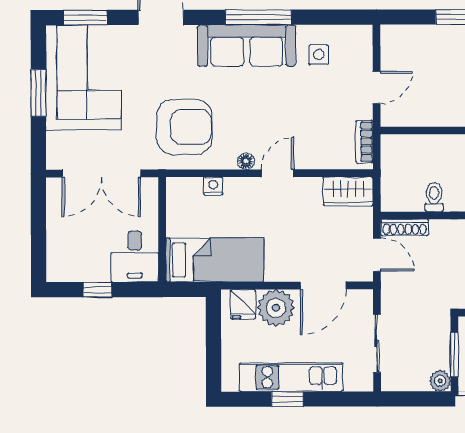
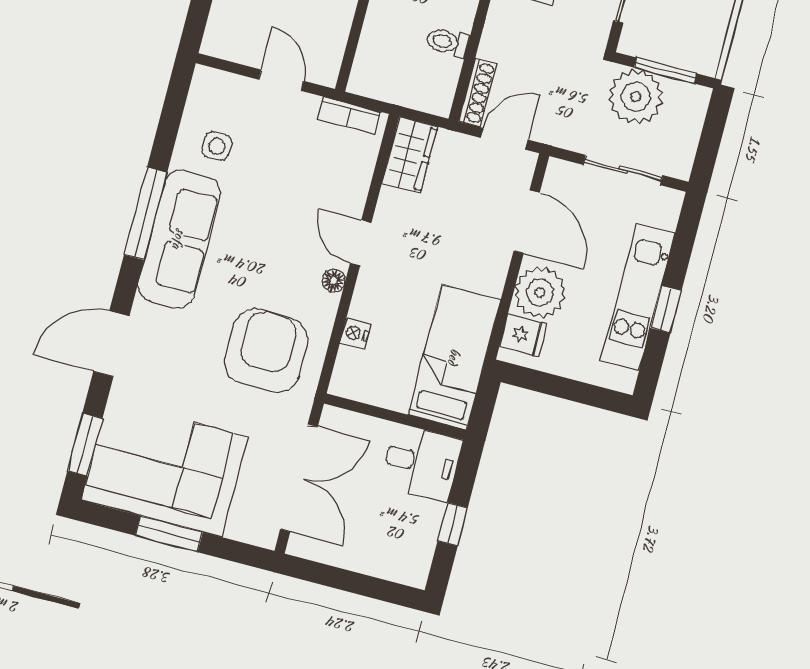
plant: (440, 381) -> (636, 97), moved, width x1.88, depth x1.88

